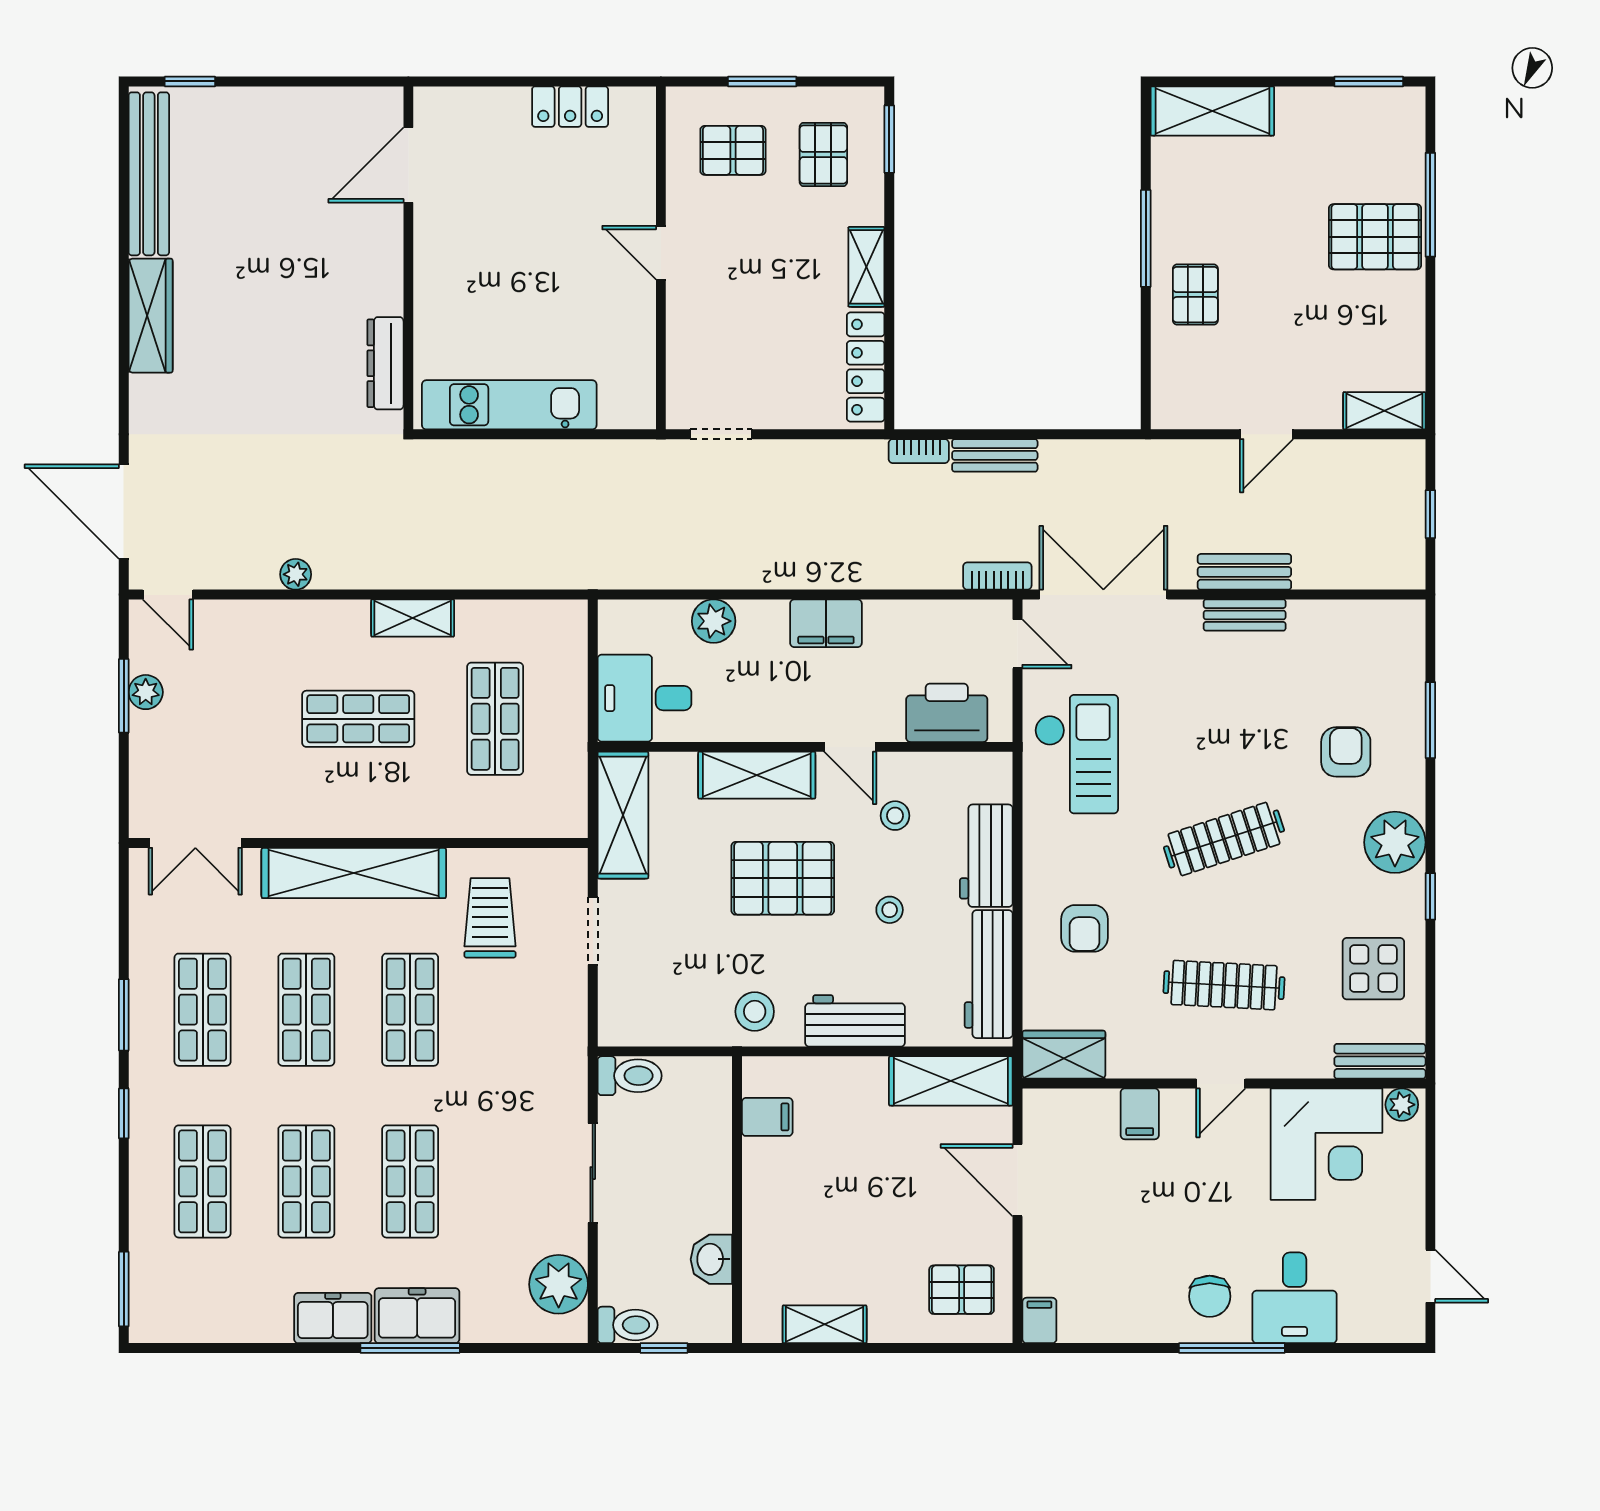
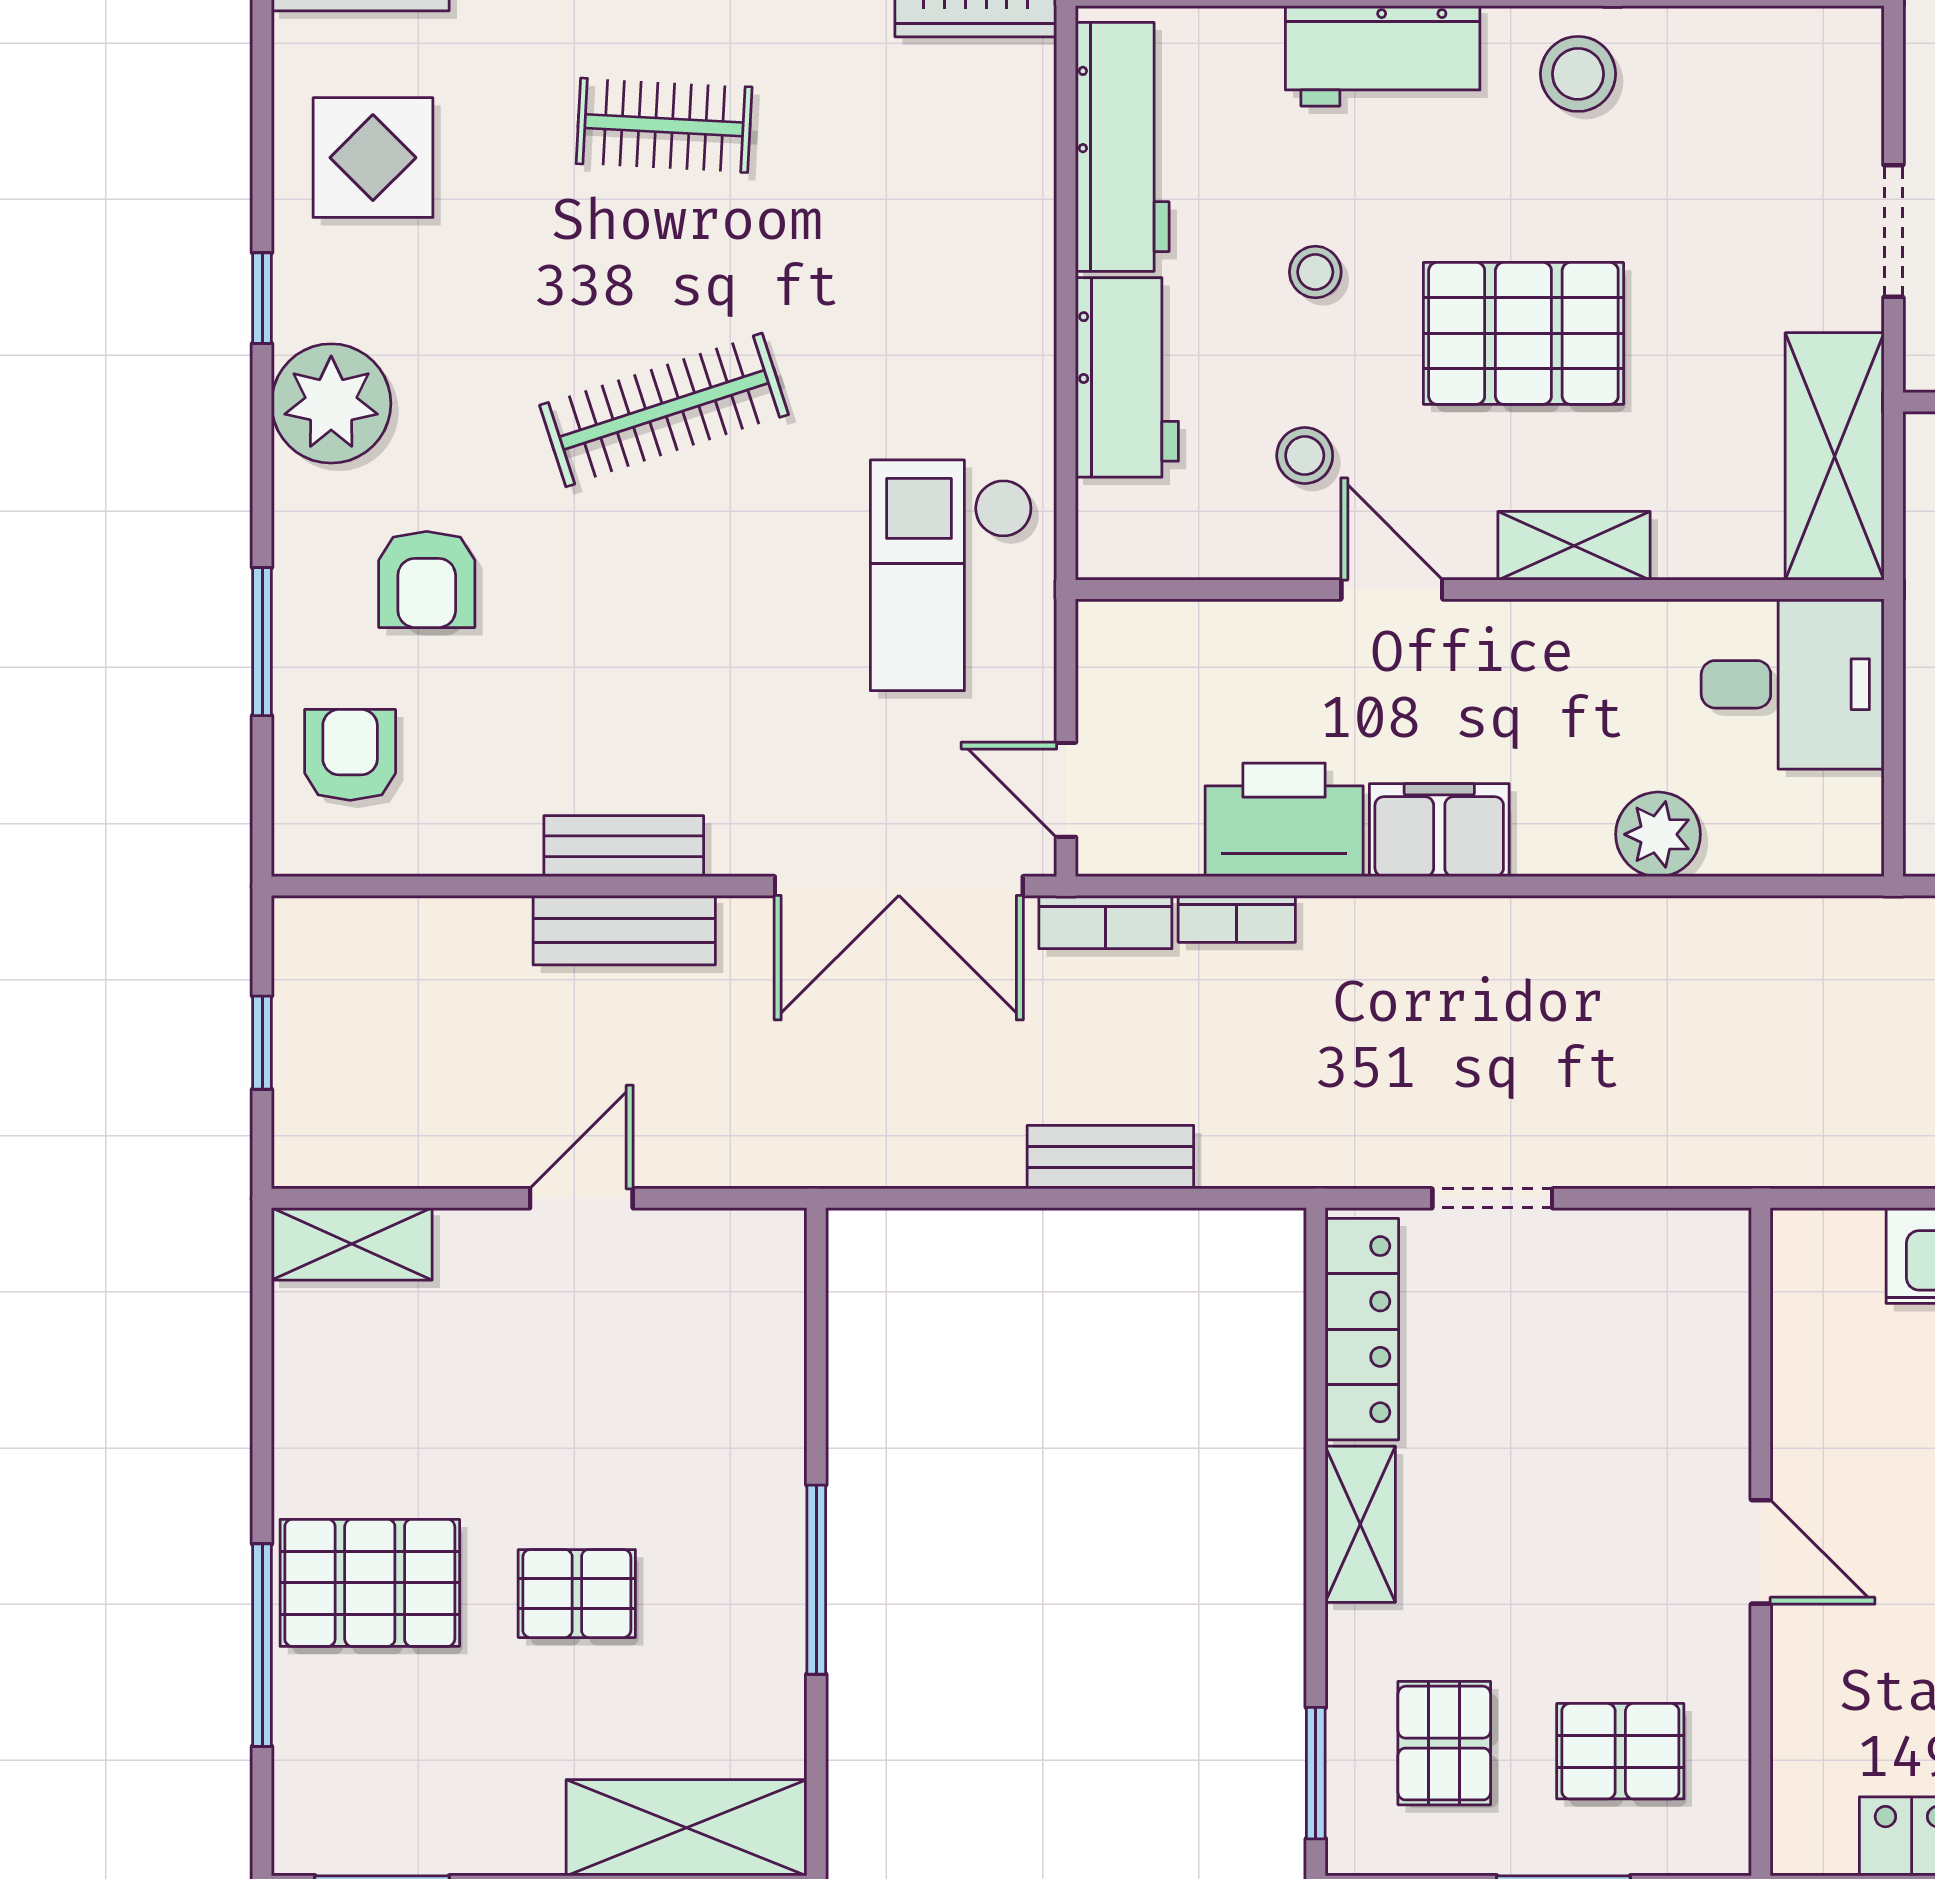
pallet: (1195, 295) -> (577, 1594), moved, turned 90
doorway: (721, 434) -> (1492, 1198), moved
bookcase: (919, 451) -> (1237, 919), moved, turned 180
printer: (947, 713) -> (1284, 820), moved, turned 180
shelving: (757, 775) -> (1574, 546), width x0.67, depth x0.75
armchair: (1084, 928) -> (350, 755), moved
clothes rail: (1224, 985) -> (664, 125), width x0.73

